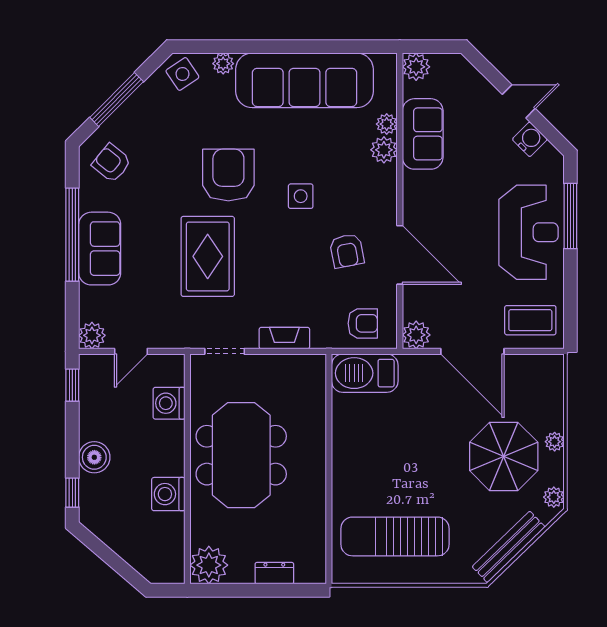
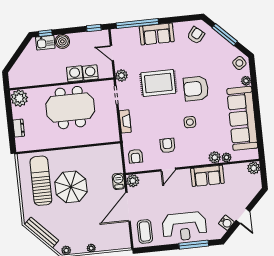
sofa: (423, 134) -> (207, 176), moved
armchair: (228, 175) -> (196, 89), turned 180
window: (72, 235) -> (137, 24), moved
armchair: (347, 251) -> (167, 145), turned 101
door: (400, 255) -> (168, 170), width x0.53
plant: (92, 335) -> (121, 75), moved
barbecue: (365, 373) -> (118, 181), moved, width x0.53, depth x0.65
parasol: (504, 456) -> (71, 187), moved
washing machine: (168, 494) -> (75, 74), moved
kitchen sink: (93, 495) -> (45, 43), added

